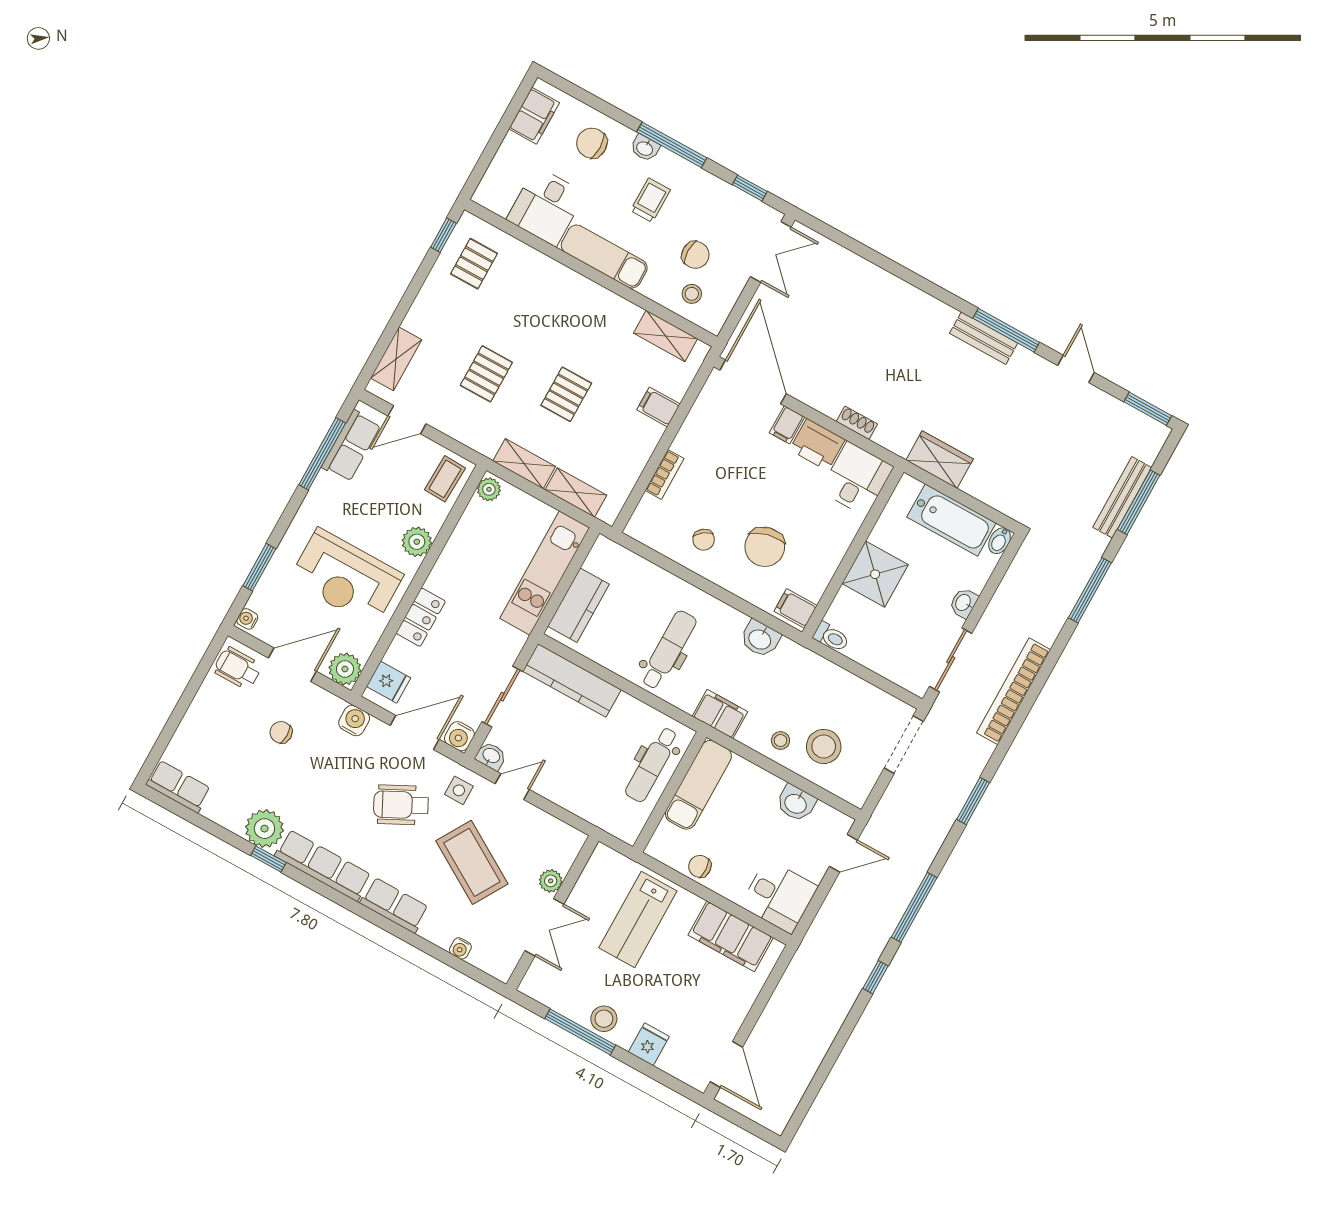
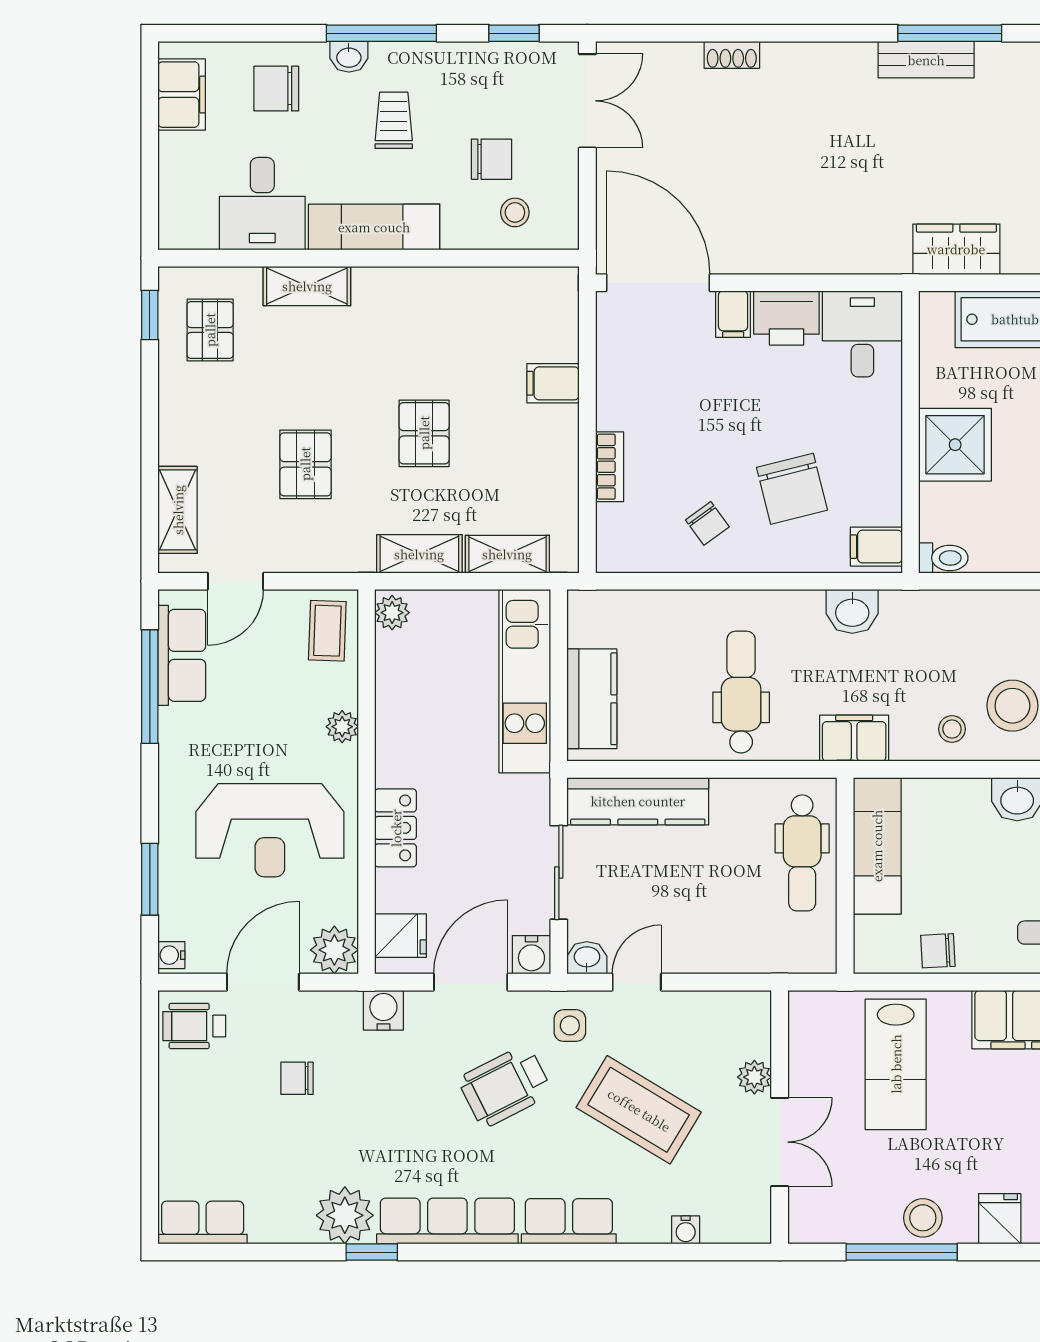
shelving: (666, 336) -> (307, 286), moved
shoe rack: (857, 423) -> (732, 55), moved, turned 180
plant: (417, 542) -> (342, 727), width x0.73, depth x0.73

